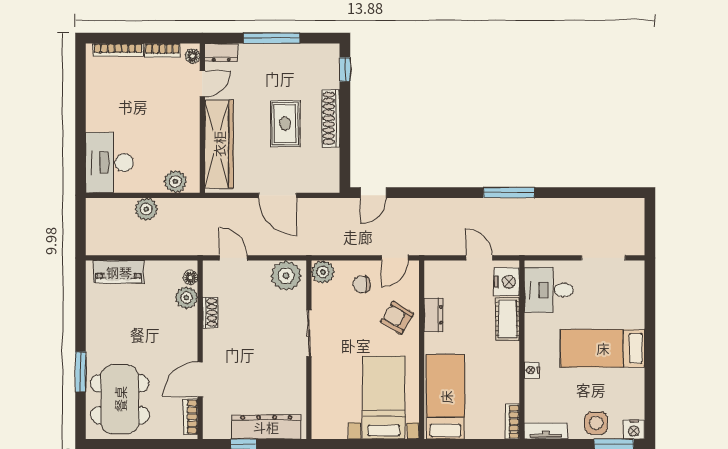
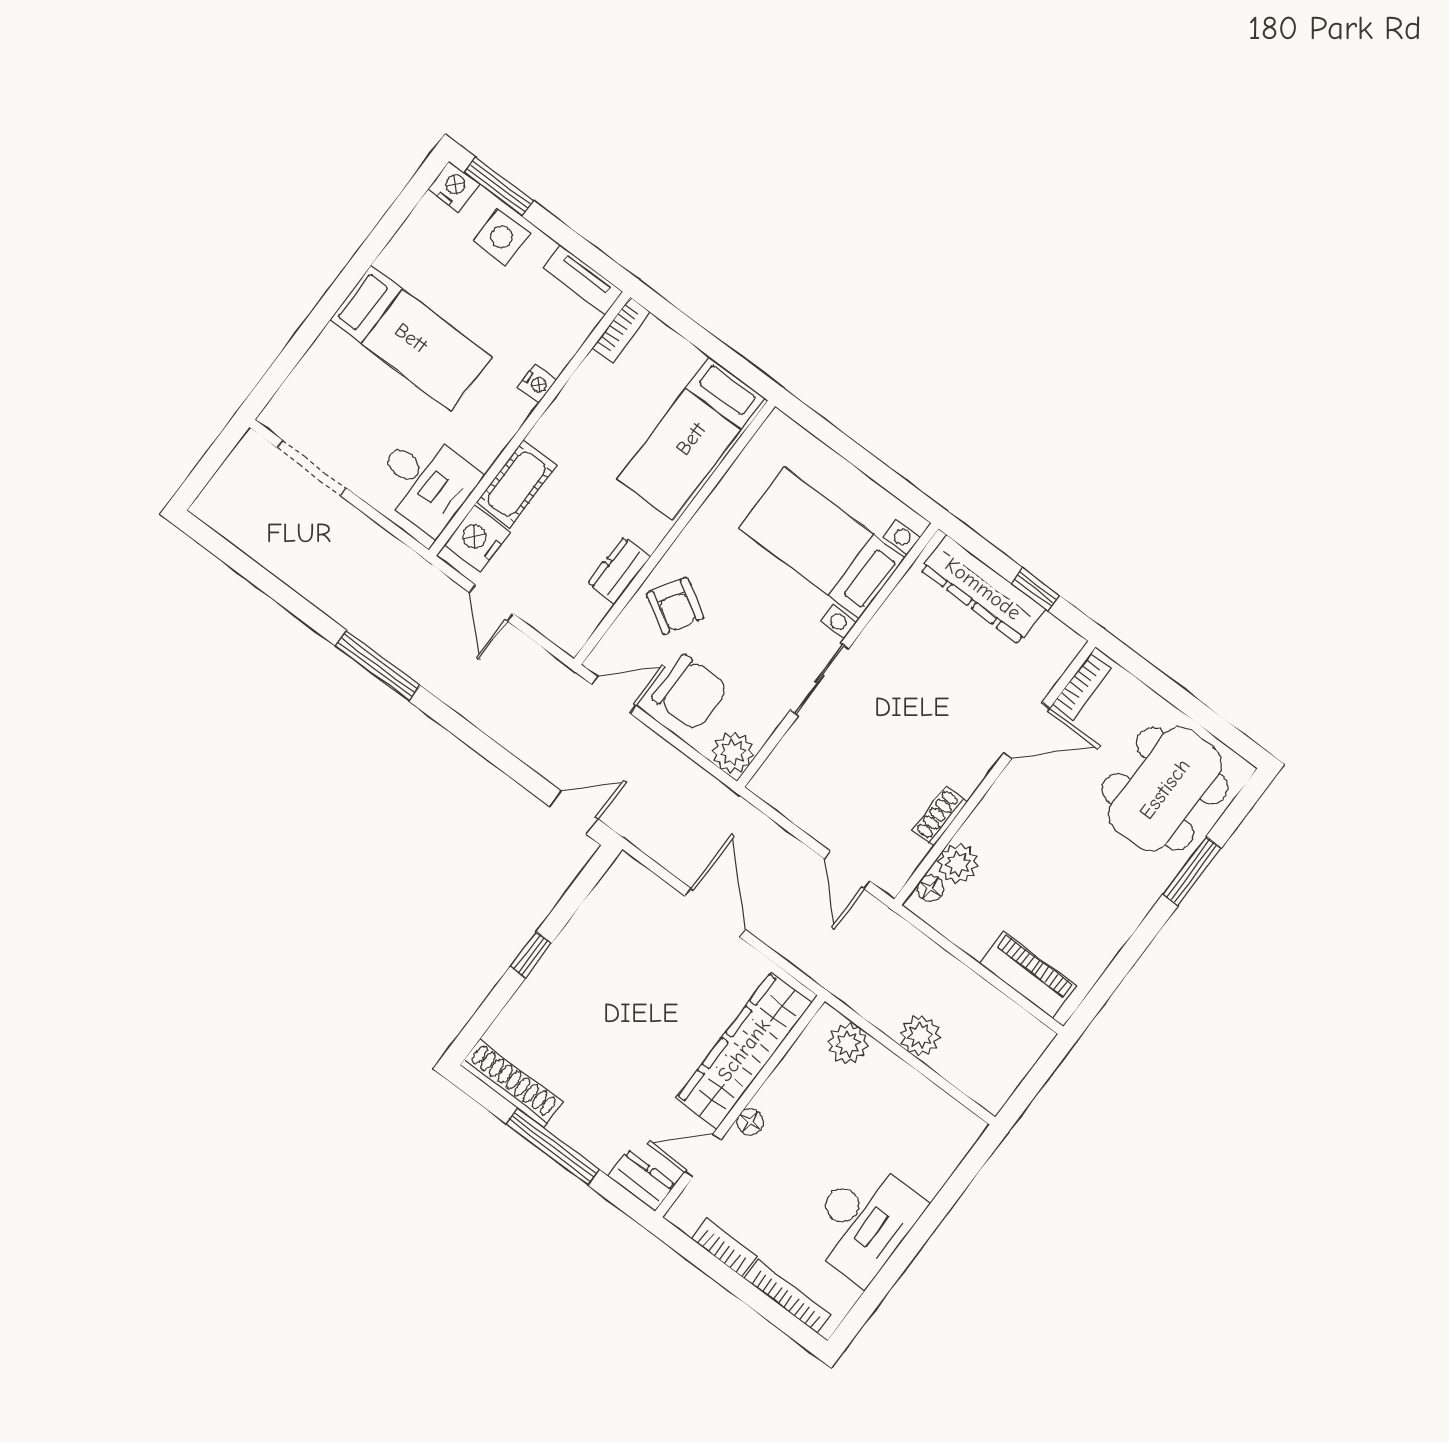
floor lamp: (193, 56) -> (750, 1122), moved
window: (345, 70) -> (531, 955), moved
shoe rack: (331, 118) -> (511, 1084), moved, turned -90
rug: (285, 124) -> (626, 1008), removed
desk: (109, 163) -> (864, 1221), moved
plant: (286, 276) -> (790, 787), removed
chair: (362, 284) -> (690, 693), width x1.87, depth x1.87
bed with nightstands: (384, 398) -> (822, 543), moved, turned 90

